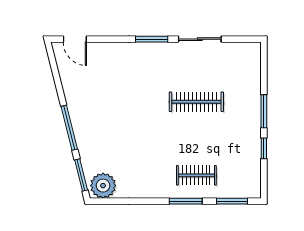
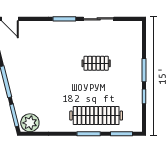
clothes rail: (196, 102) -> (96, 63), width x0.73
clothes rail: (196, 175) -> (96, 116), width x1.86, depth x1.31

